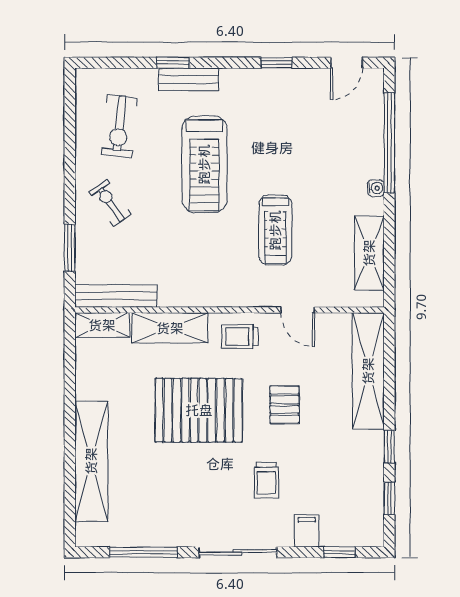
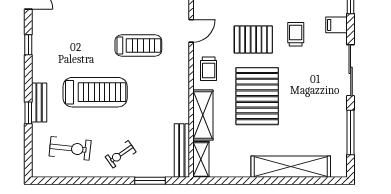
pallet: (284, 405) -> (253, 39), width x1.50, depth x1.42
trolley: (266, 480) -> (296, 34), moved, turned -90

